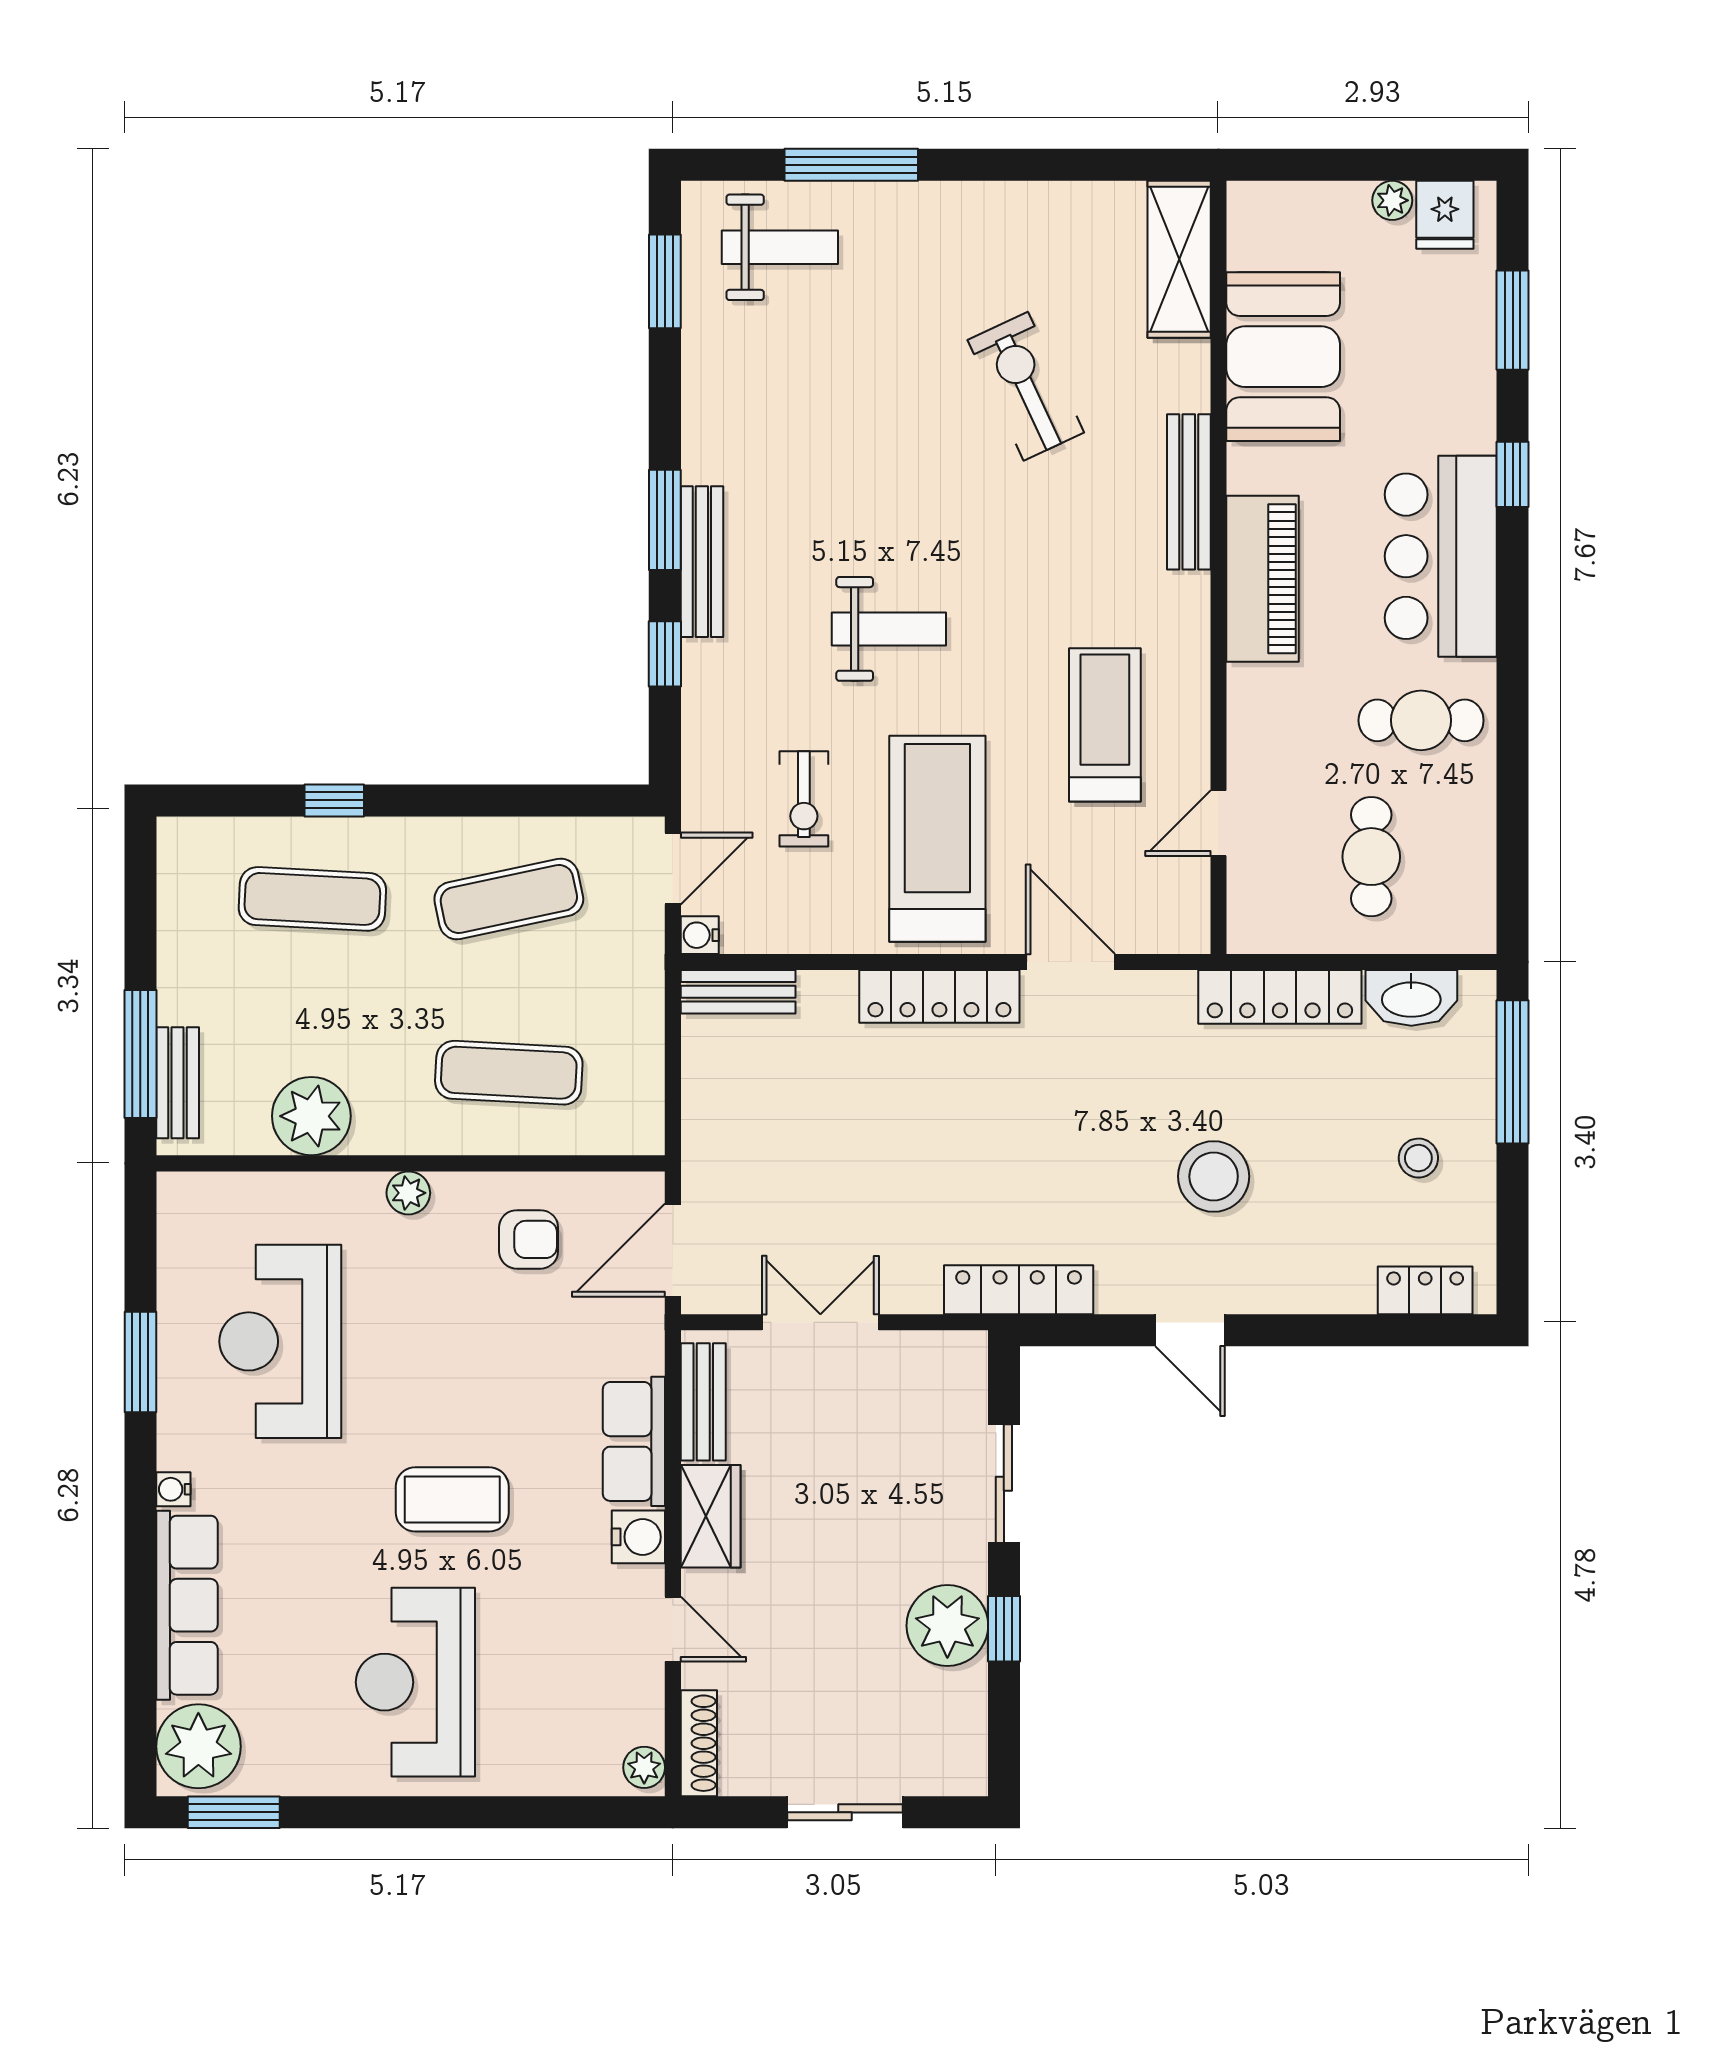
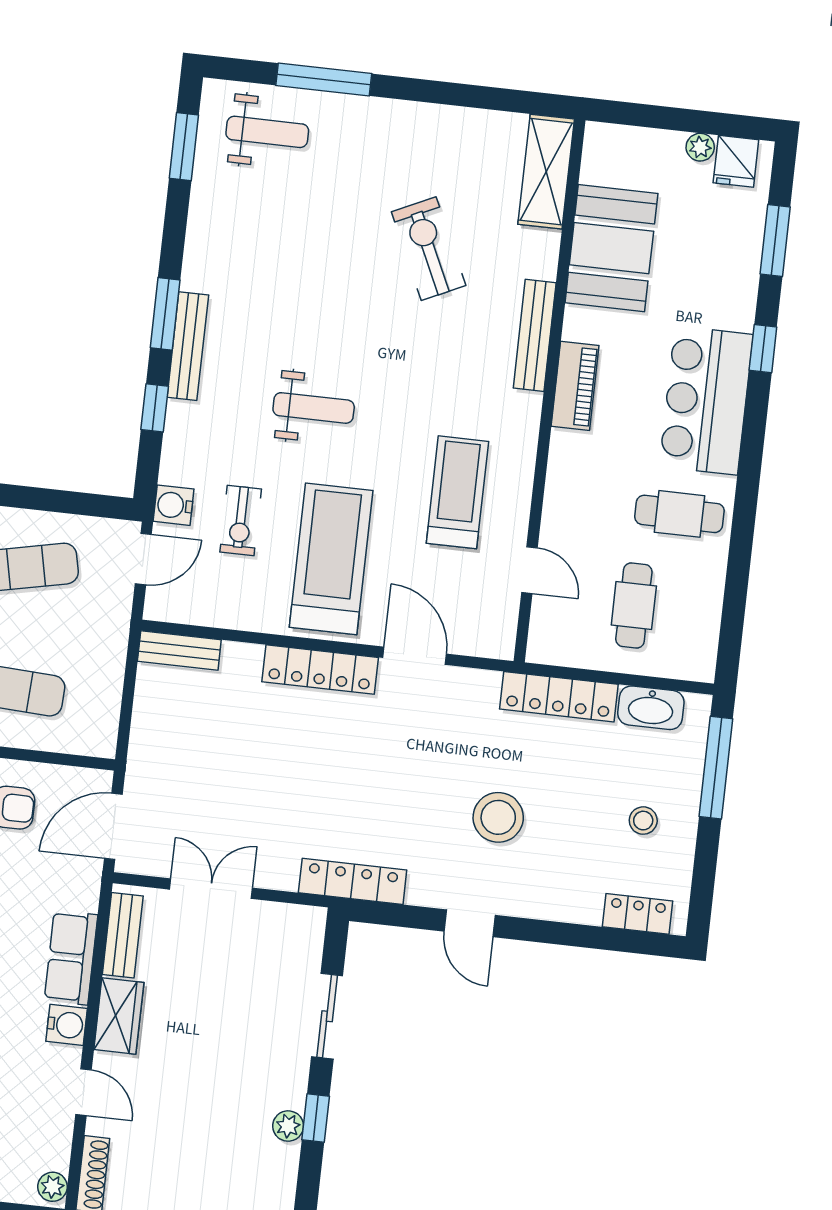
piano: (1263, 579) -> (575, 386), width x0.73, depth x0.75
door: (1218, 823) -> (529, 570), swing flipped
water cooler: (700, 935) -> (174, 505), moved, width x1.38, depth x1.38
plant: (947, 1626) -> (288, 1126), width x0.53, depth x0.53

